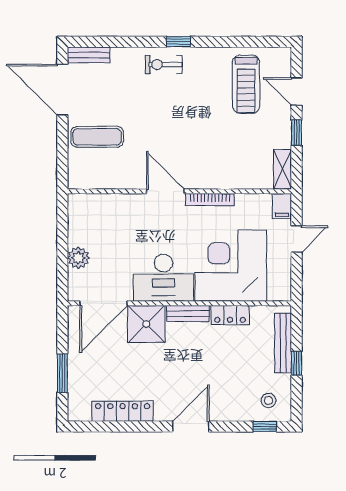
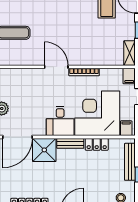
desk: (163, 278) -> (60, 121), width x0.73
filing cabinet: (277, 289) -> (126, 128), added

